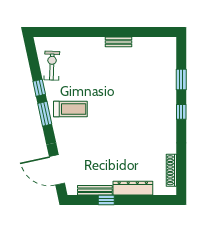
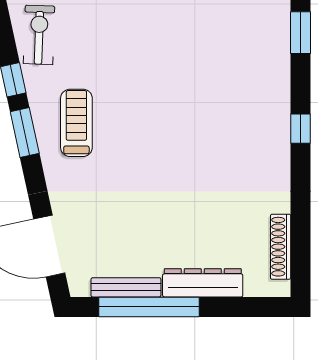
window: (181, 79) -> (301, 33), moved
treadmill: (70, 109) -> (76, 123), turned -90
window: (106, 200) -> (149, 307), width x3.17

